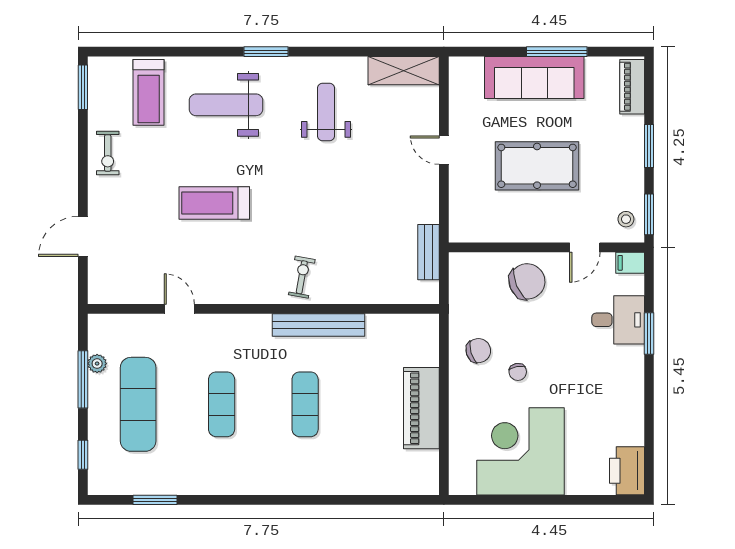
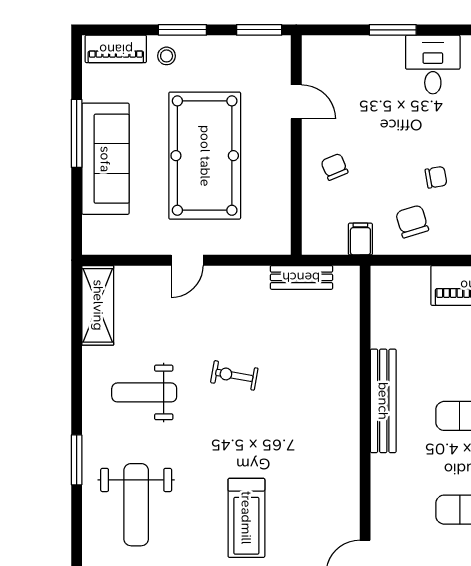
pool table: (537, 166) -> (205, 156), width x1.36, depth x1.32
stool: (626, 219) -> (167, 56), moved
filing cabinet: (630, 263) -> (360, 239), moved, turned 180
exercise bike: (302, 277) -> (234, 375), moved
chair: (527, 281) -> (334, 167), width x0.54, depth x0.54
desk: (618, 320) -> (433, 65), moved

